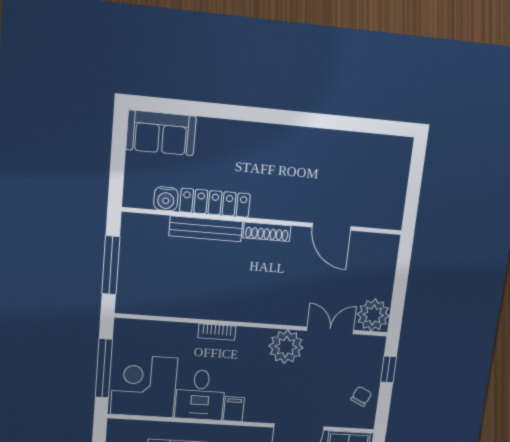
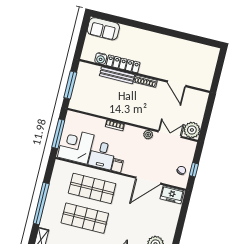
plant: (286, 347) -> (148, 135), width x0.53, depth x0.53
window: (388, 369) -> (194, 170), moved

